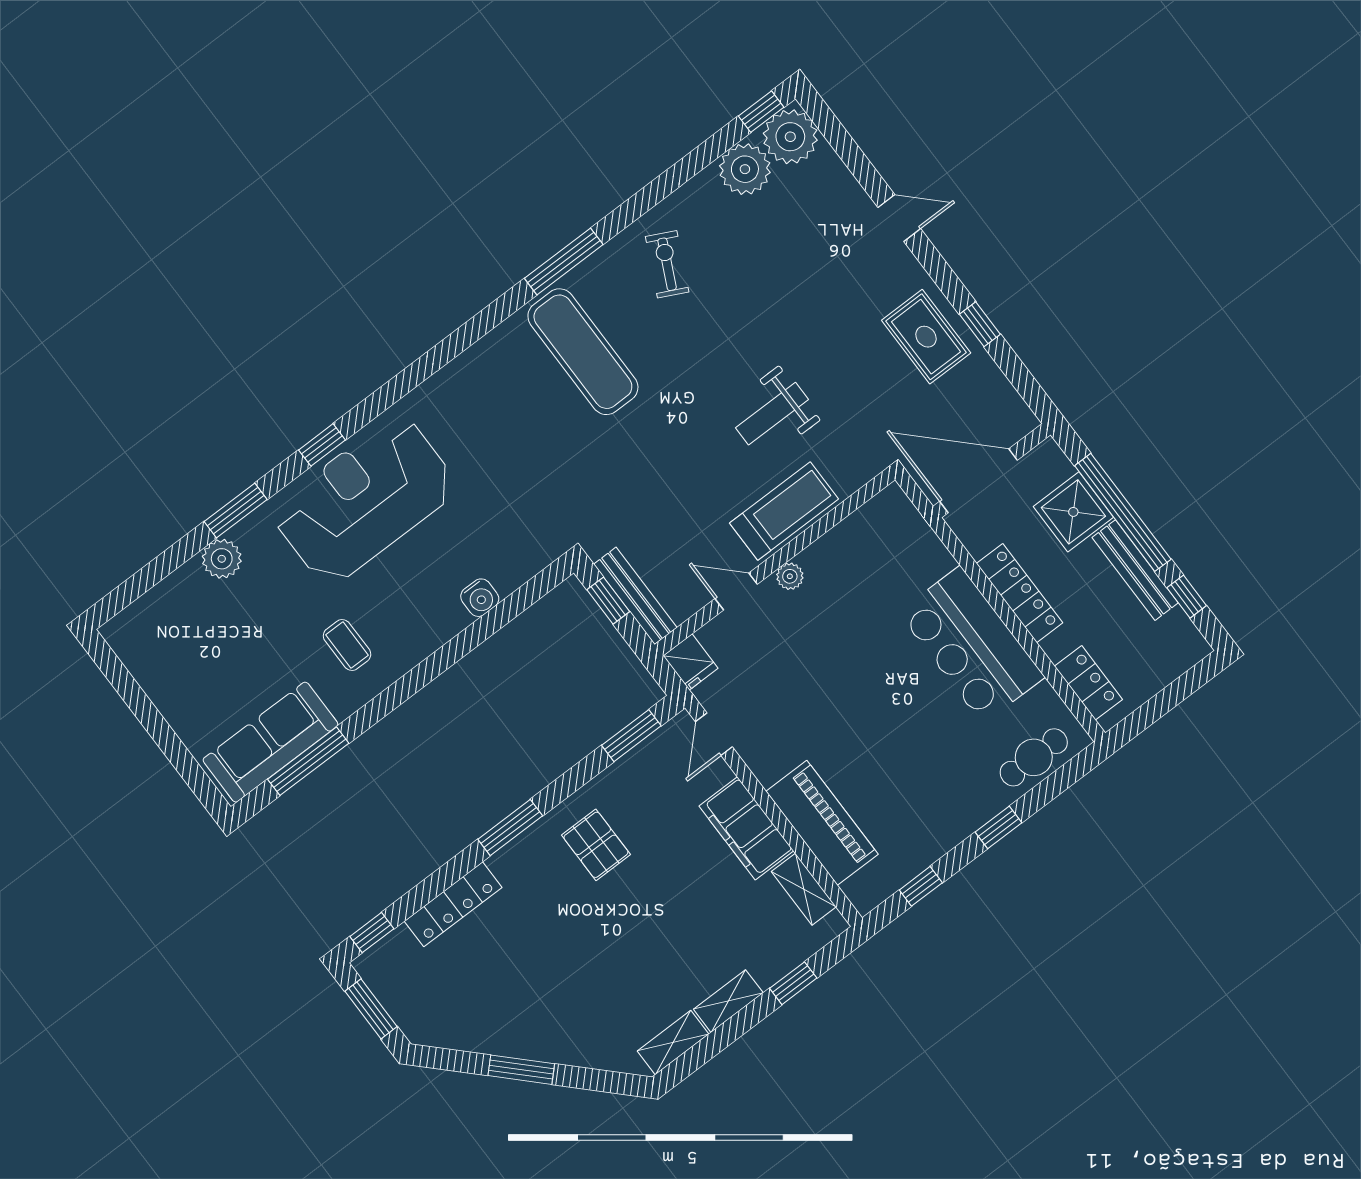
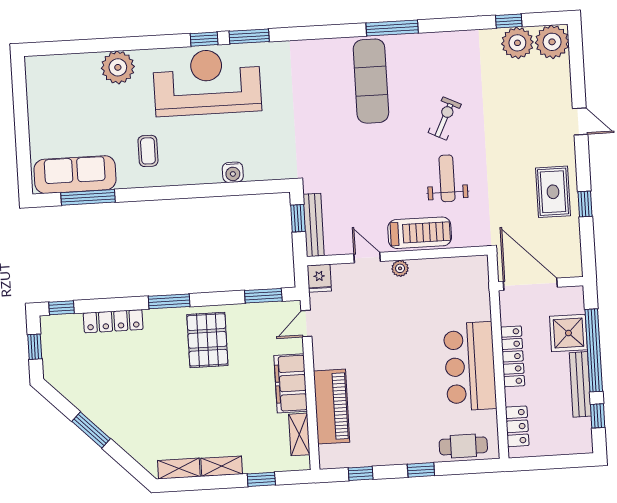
window: (761, 112) -> (509, 21), moved
exercise bike: (667, 264) -> (445, 118), moved
weight bench: (772, 414) -> (447, 178), turned 90
window: (236, 511) -> (249, 36), moved
plant: (222, 559) -> (118, 67), width x1.36, depth x1.36
pallet: (596, 845) -> (207, 340), width x1.50, depth x1.42
window: (371, 1009) -> (35, 347), width x0.67

